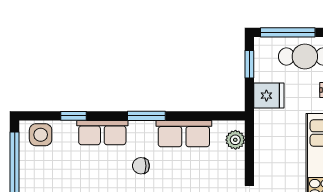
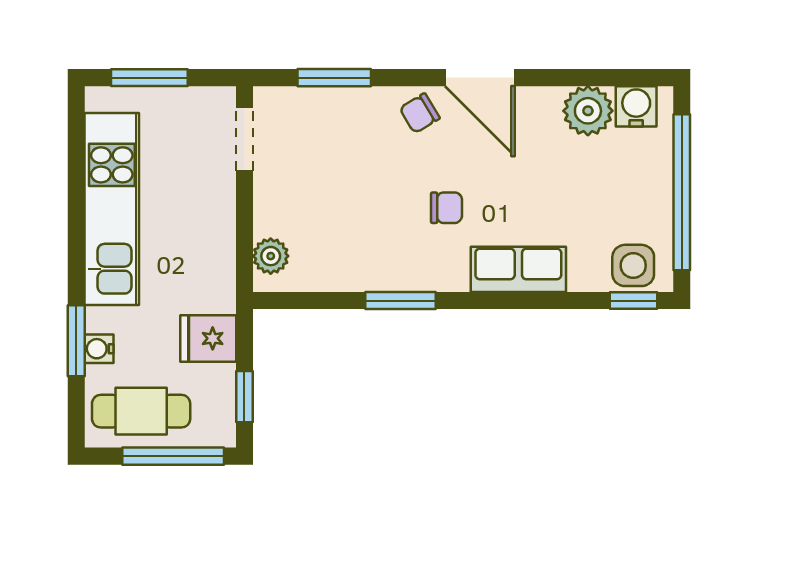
window: (74, 116) -> (634, 301), moved
window: (146, 116) -> (400, 301), moved
row of seats: (184, 134) -> (366, 267), removed

